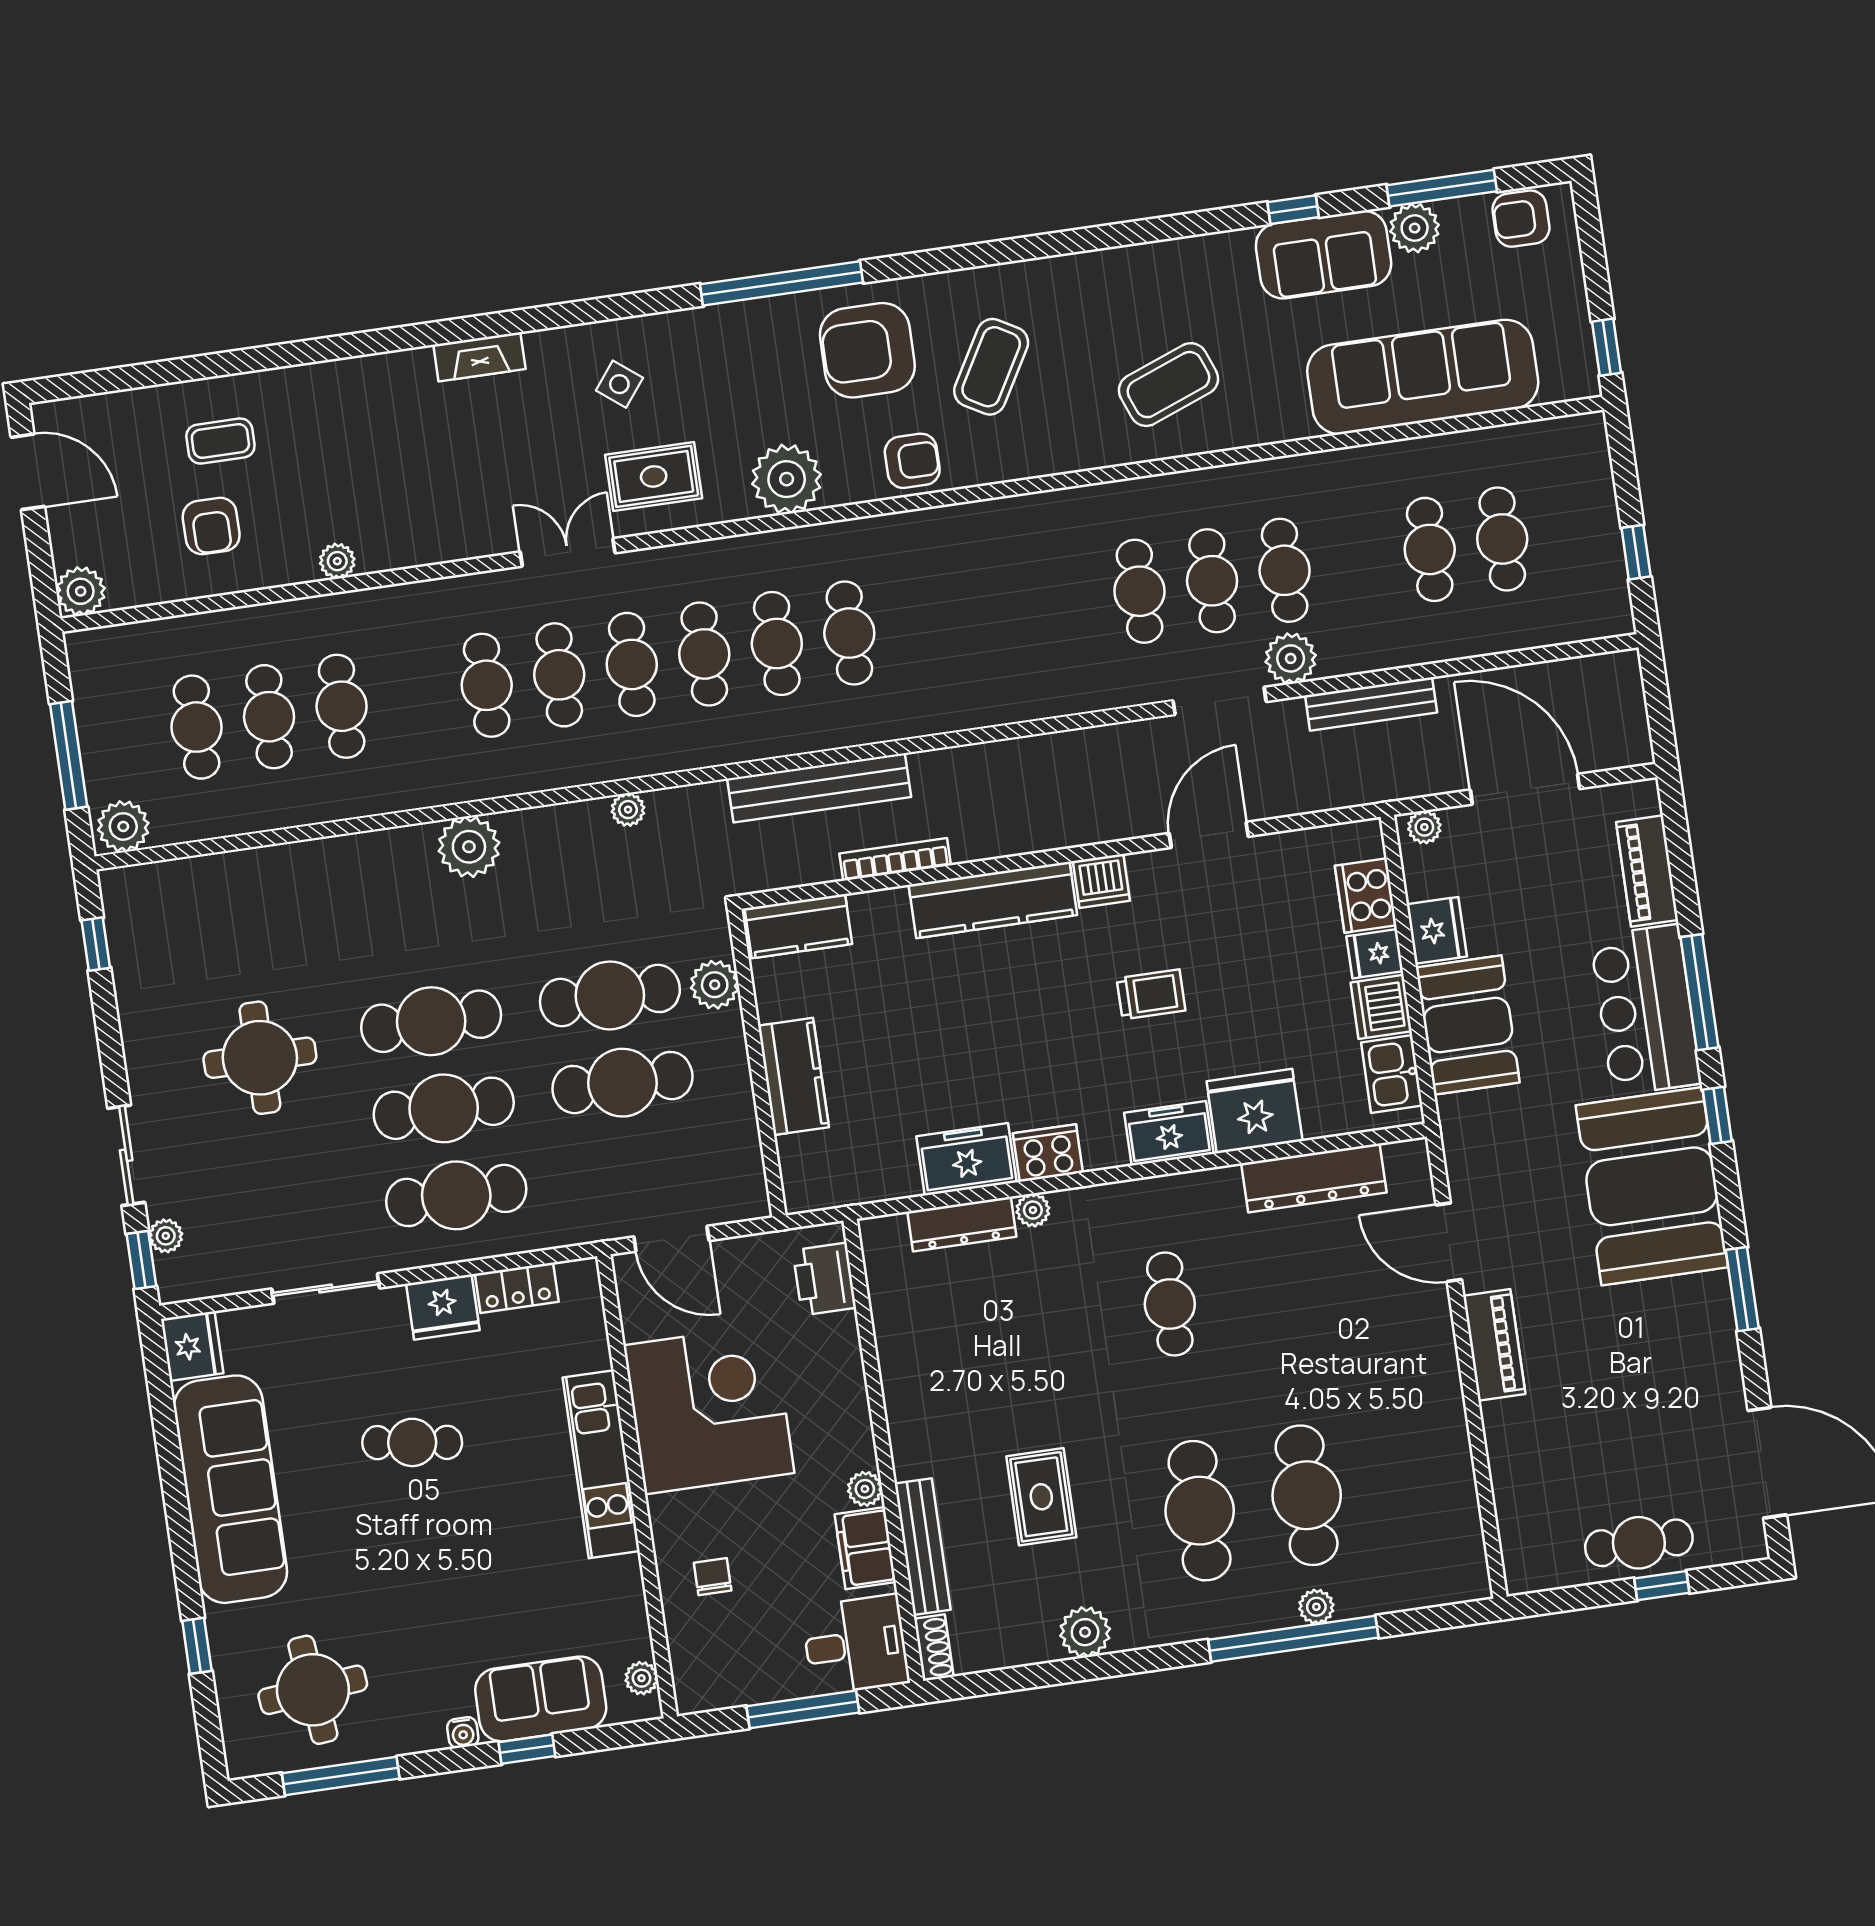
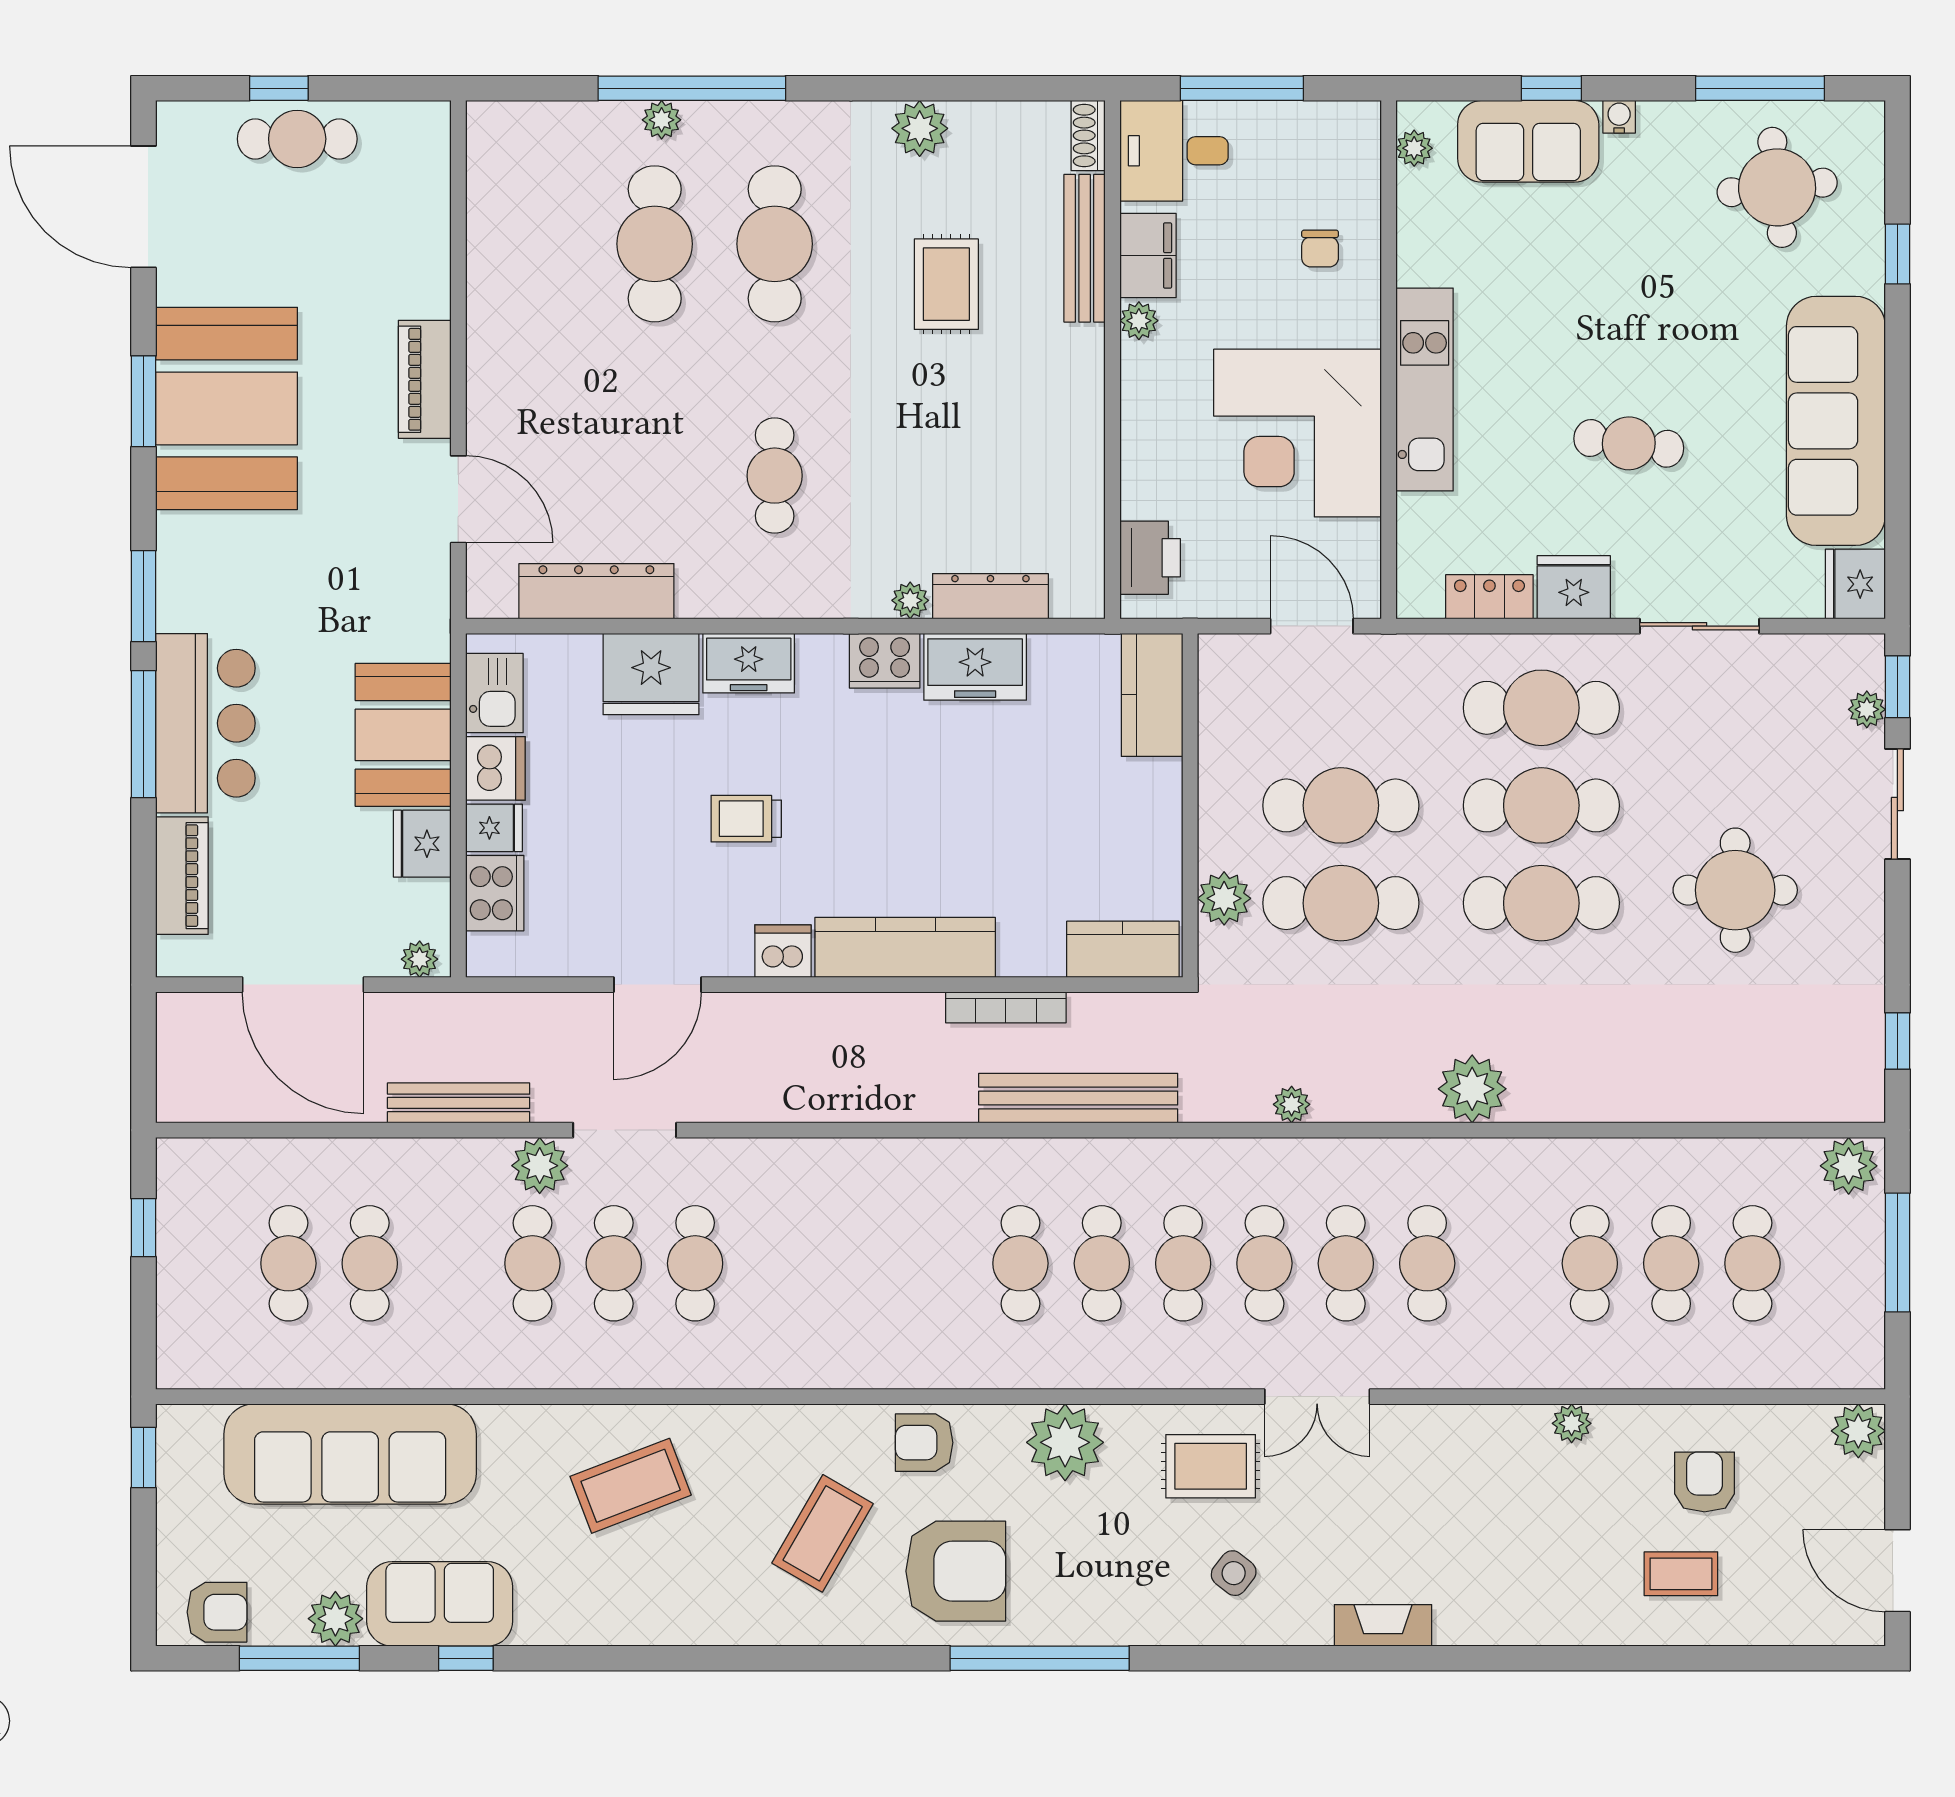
kitchen counter: (793, 1076) -> (1152, 695), moved
window: (1717, 1115) -> (143, 596), width x1.50
booth: (1652, 1186) -> (227, 408), moved

